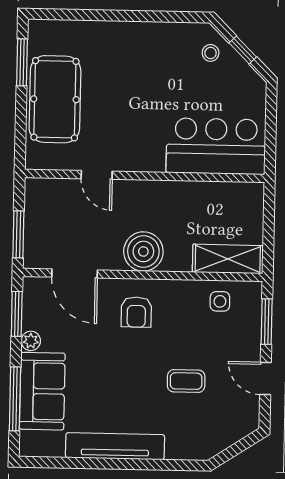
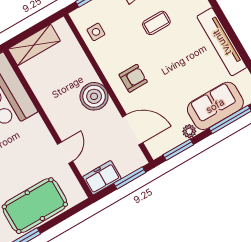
freezer: (39, 201) -> (102, 178), added
shelving: (228, 259) -> (34, 45), moved, turned 90
door: (75, 273) -> (133, 130), hinge flipped
coffee table: (186, 381) -> (156, 23), turned 90

